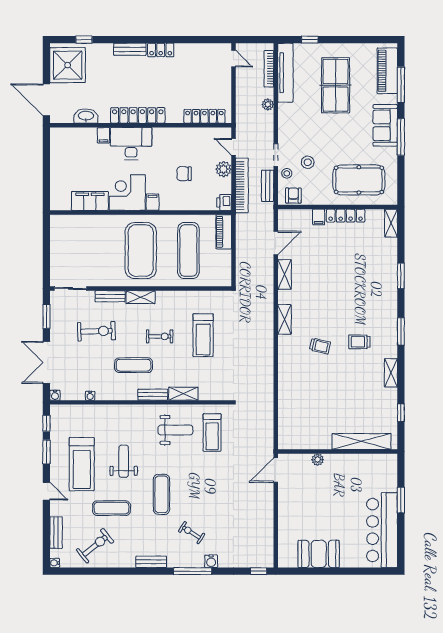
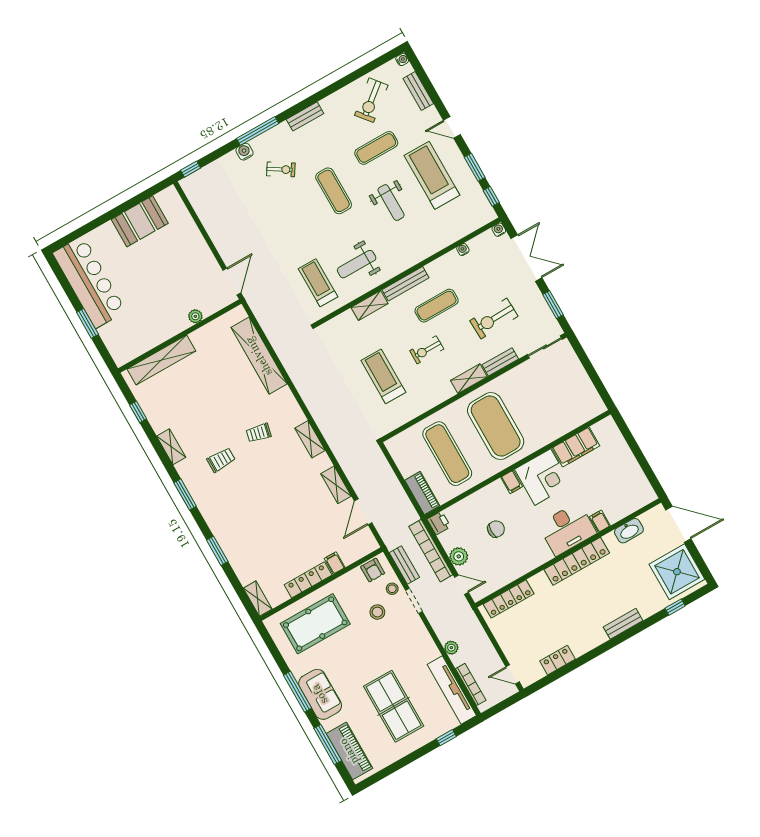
locker: (161, 50) -> (558, 660), moved
bench: (153, 395) -> (405, 284), width x1.36
shelving: (287, 403) -> (259, 356), added

